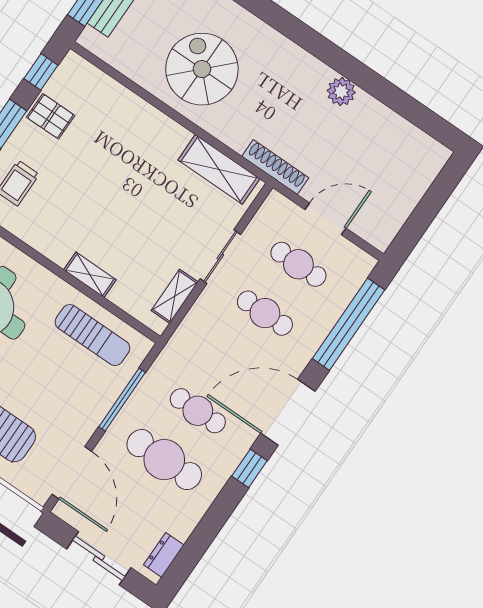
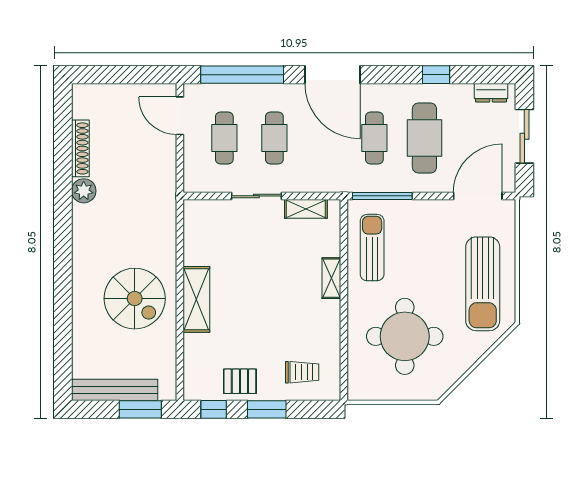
spiral stairs: (202, 69) -> (135, 299), turned -90
pallet: (51, 116) -> (240, 381), turned 90
shoe rack: (275, 167) -> (80, 148), moved, turned 180
shelving: (219, 169) -> (196, 299), moved
door: (325, 219) -> (180, 116), moved
window: (122, 400) -> (382, 196), moved
window: (249, 468) -> (436, 75), moved

